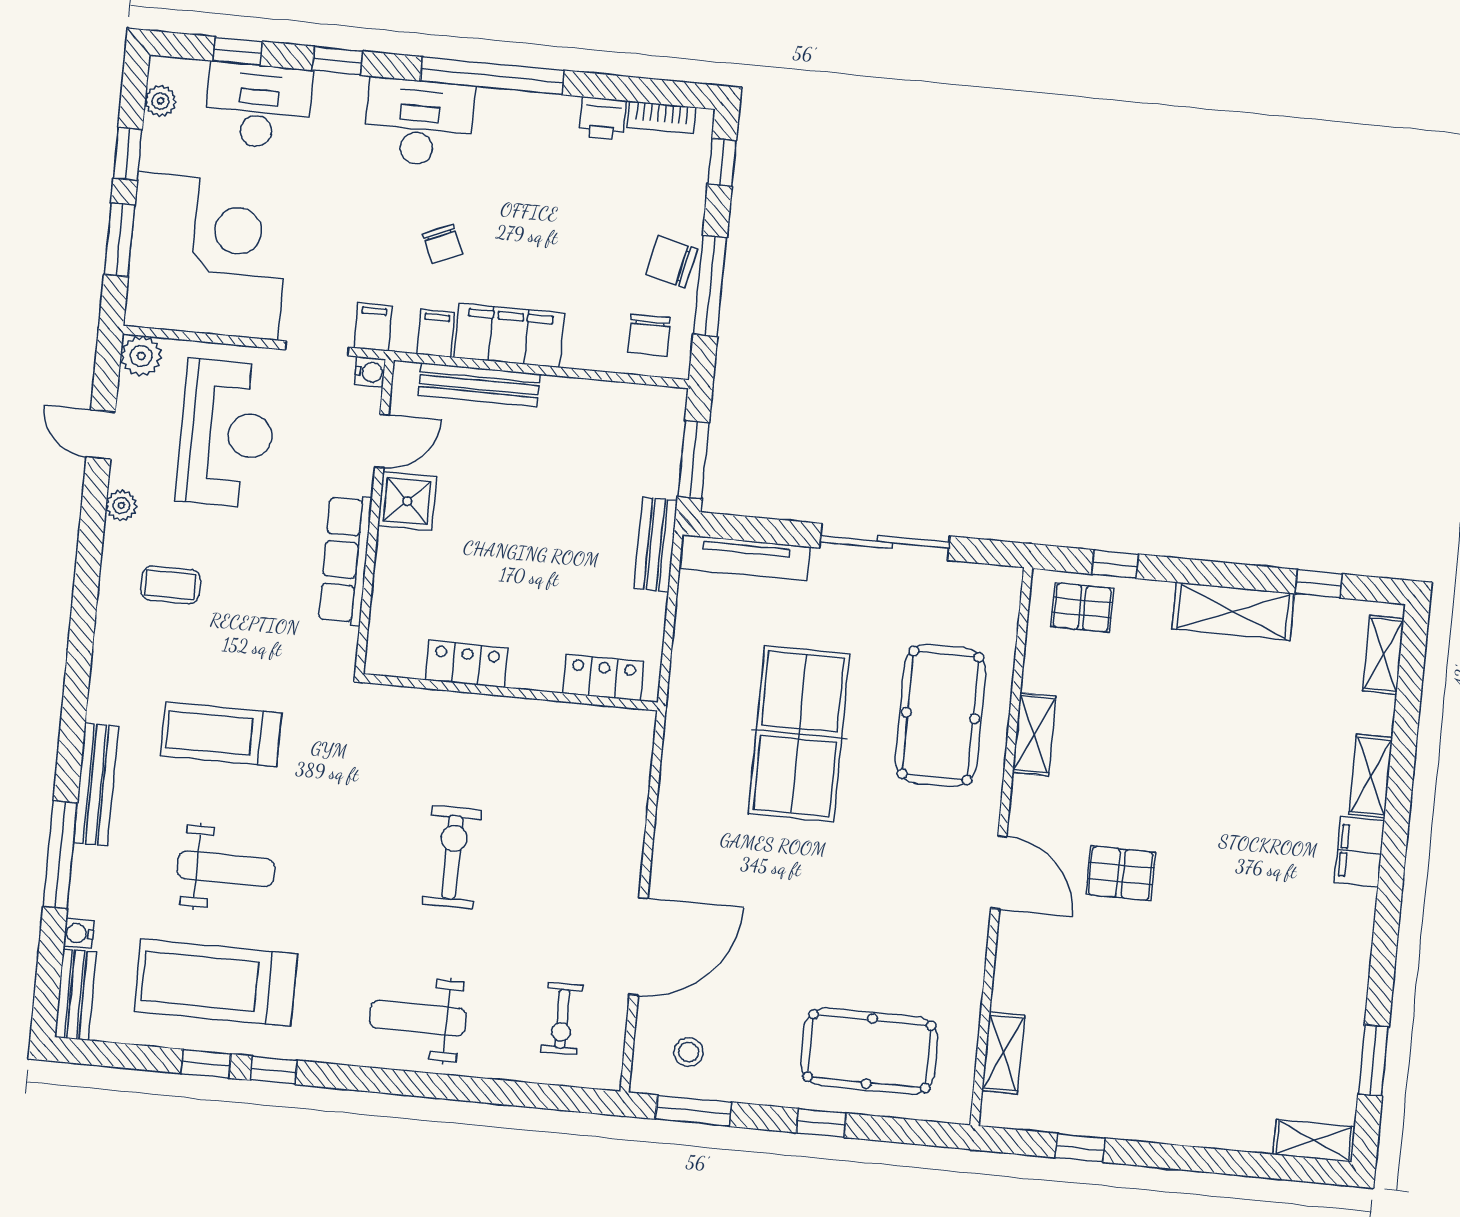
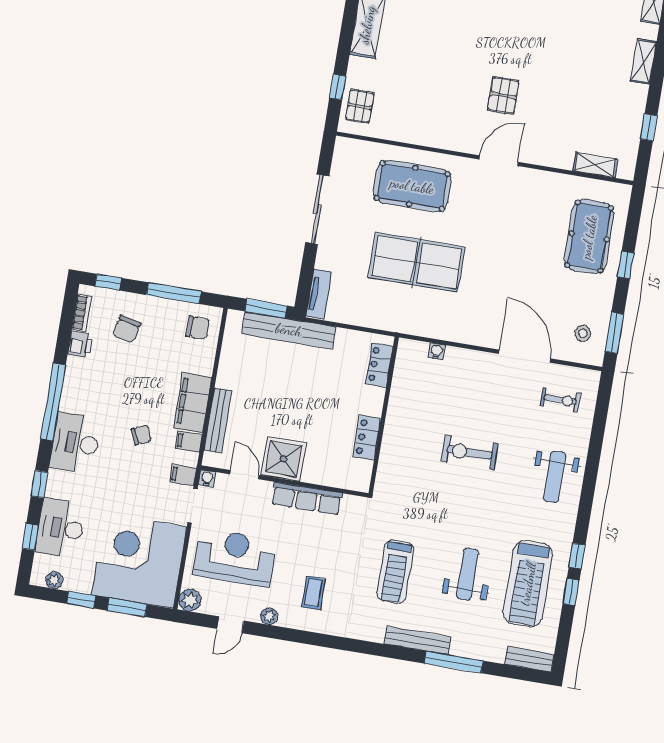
chair: (671, 262) -> (127, 329), moved
shower: (407, 501) -> (284, 459), width x1.36, depth x1.36
bench: (656, 544) -> (289, 330), width x1.86, depth x1.21
tv unit: (745, 558) -> (319, 294), width x0.71
shelving: (1034, 734) -> (644, 62), moved, turned 90
water cooler: (79, 933) -> (437, 351), moved, turned 180

